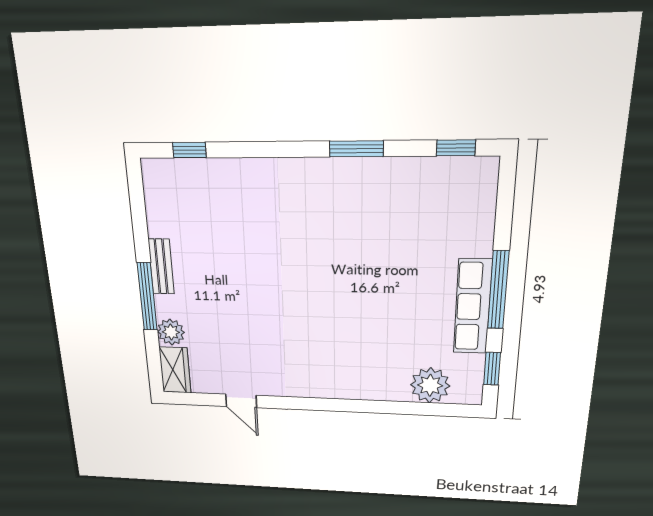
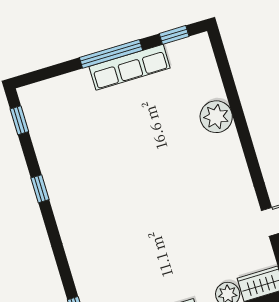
window: (356, 149) -> (40, 189), width x0.67
plant: (430, 385) -> (216, 117), moved

